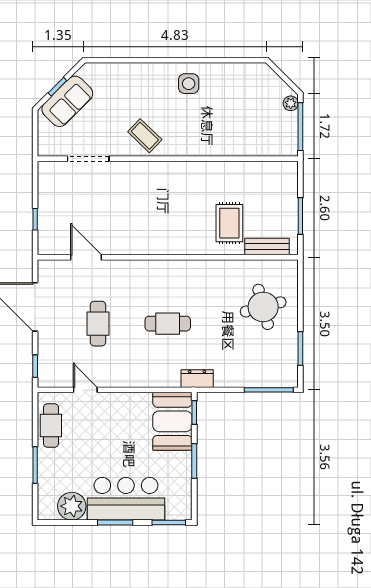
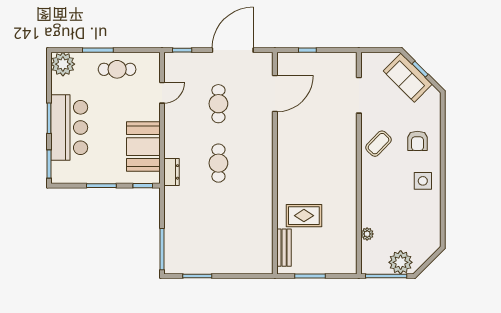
armchair: (142, 90) -> (417, 141), added
plant: (291, 103) -> (401, 262), width x1.88, depth x1.88
plant: (251, 149) -> (367, 234), added
door: (86, 257) -> (275, 93), width x1.36
round table: (263, 307) -> (233, 244), removed
cafe table: (98, 324) -> (218, 104), turned 90
dresser: (197, 379) -> (172, 172), moved
booth: (172, 421) -> (143, 147), moved, turned 90
cafe table: (51, 426) -> (117, 69), moved
plant: (72, 506) -> (63, 64), moved

